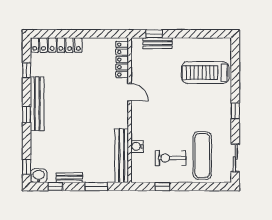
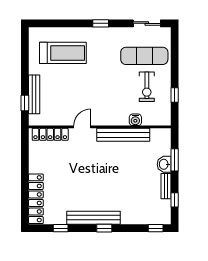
bench: (158, 43) -> (34, 94), width x1.36
treadmill: (205, 73) -> (63, 53), turned -90
bench: (122, 156) -> (123, 135), moved
washbasin: (39, 176) -> (164, 164), moved

